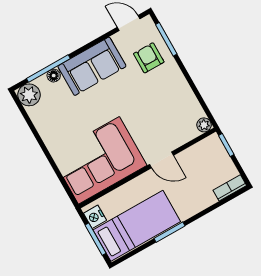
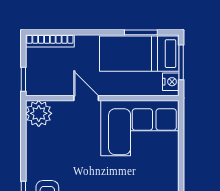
plant: (204, 125) -> (39, 113), width x1.88, depth x1.88
bookcase: (230, 188) -> (50, 41), width x1.56
window: (169, 232) -> (141, 32), moved

